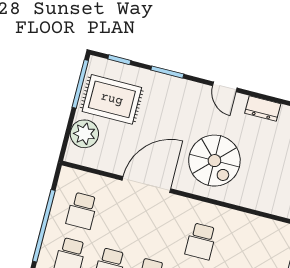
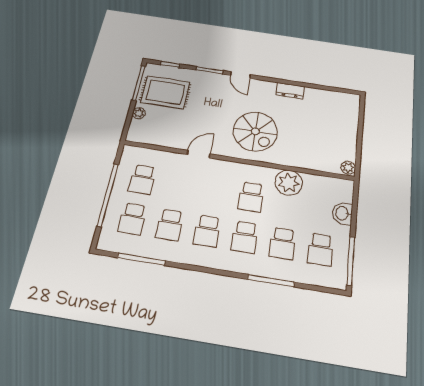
door: (225, 87) -> (240, 75), moved
plant: (84, 134) -> (139, 113), width x0.53, depth x0.53
door: (146, 185) -> (199, 154), width x0.53
plant: (245, 228) -> (289, 183), added

